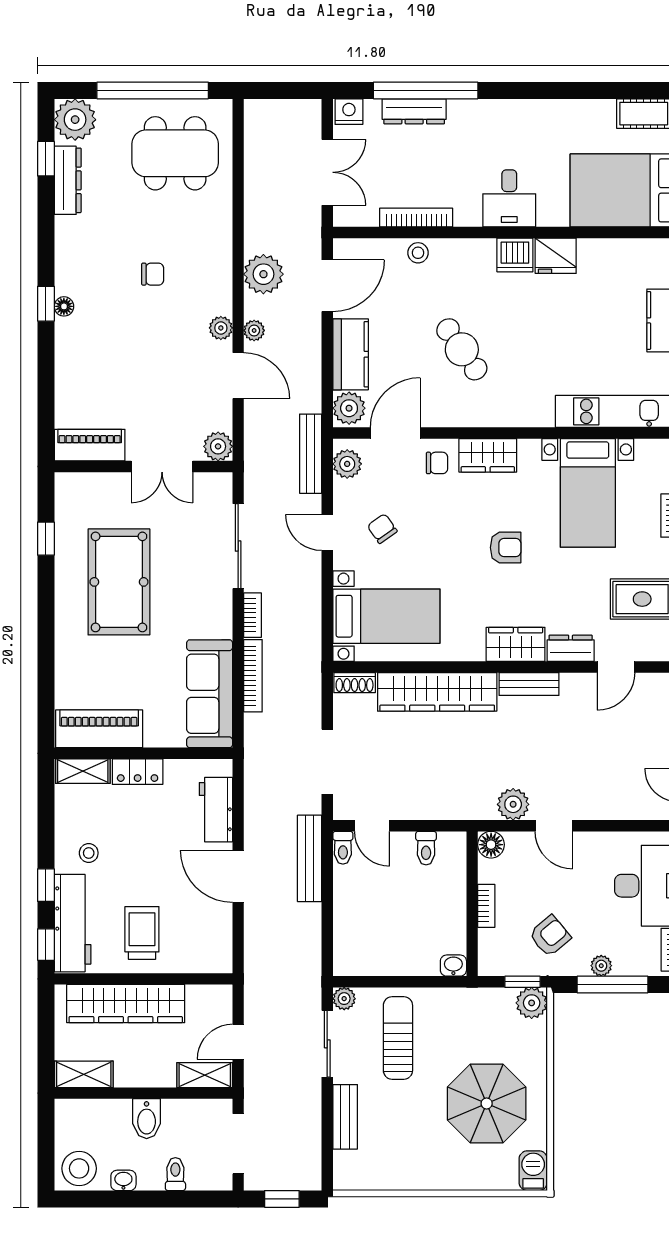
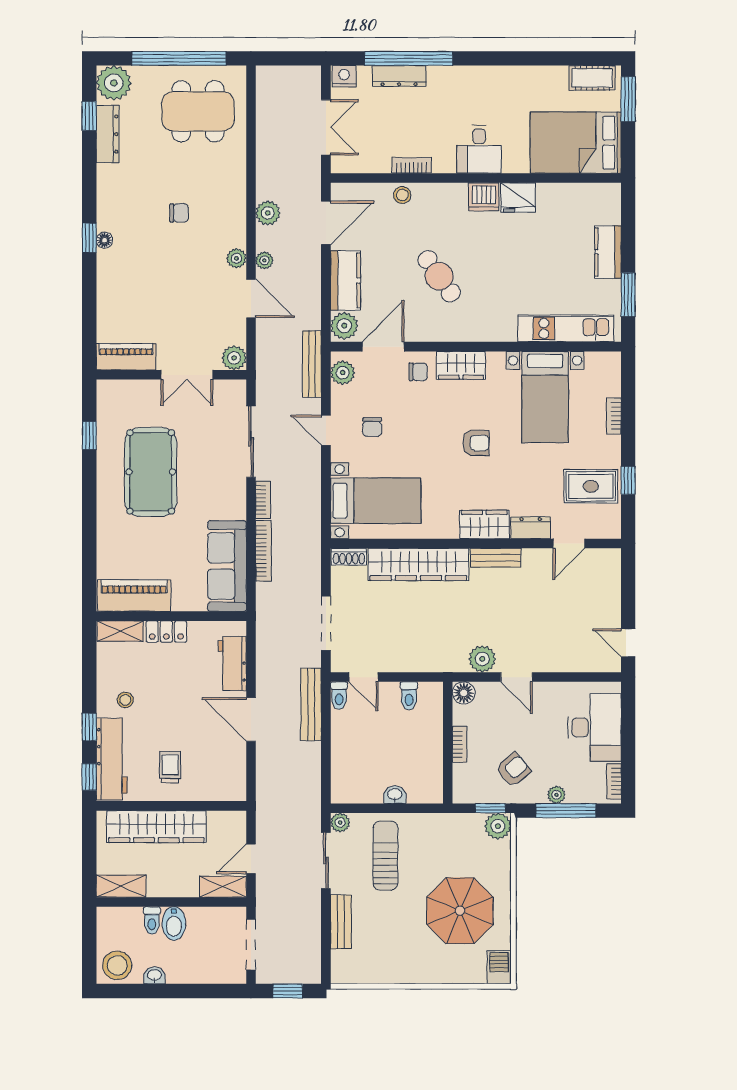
bookcase: (416, 218) -> (412, 165), width x0.64
plant: (263, 274) -> (268, 213), width x0.73, depth x0.73
chair: (382, 529) -> (372, 427), turned -145
trolley: (142, 933) -> (170, 767), width x0.73, depth x0.72
washbasin: (453, 966) -> (395, 795), moved
toilet: (175, 1174) -> (152, 920), moved, turned 180

